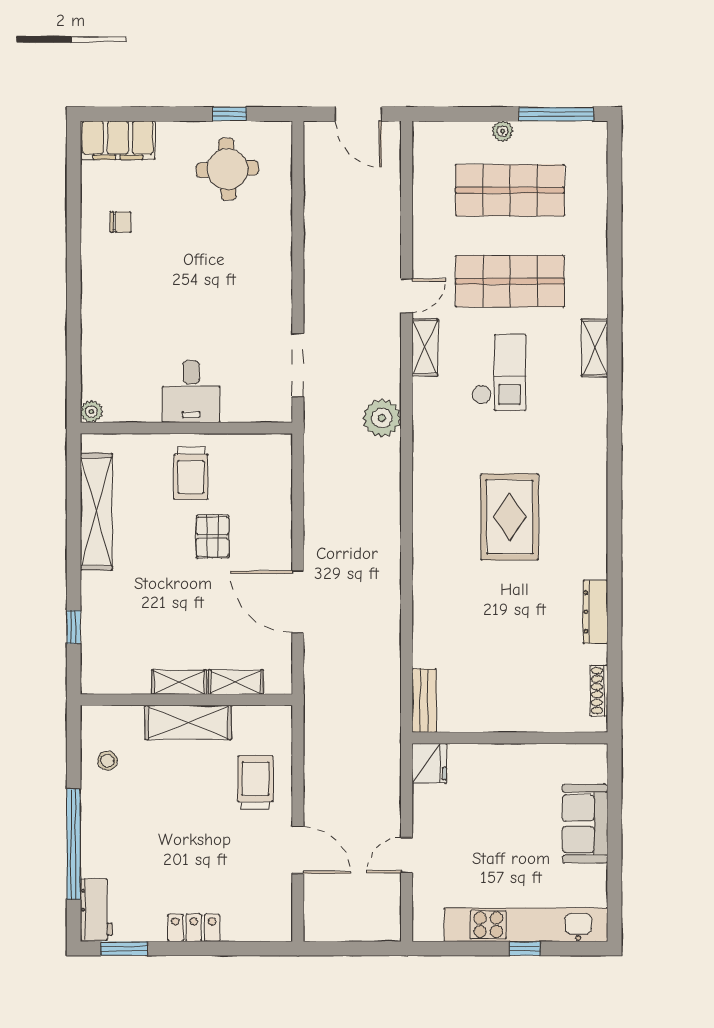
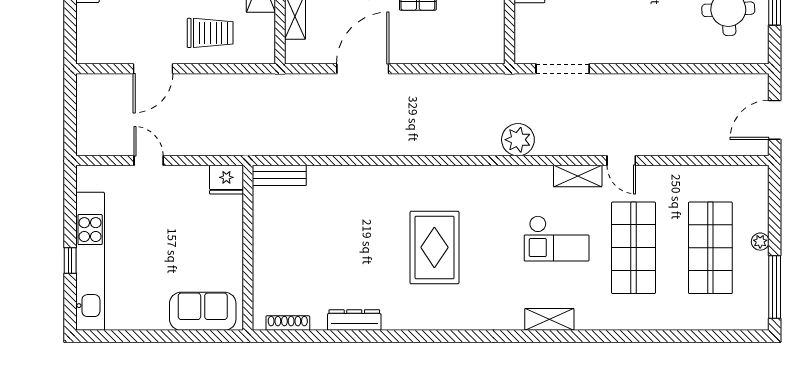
shelving: (595, 348) -> (549, 319), moved
rug: (510, 517) -> (434, 247), turned 90
sofa: (585, 824) -> (203, 311), moved

